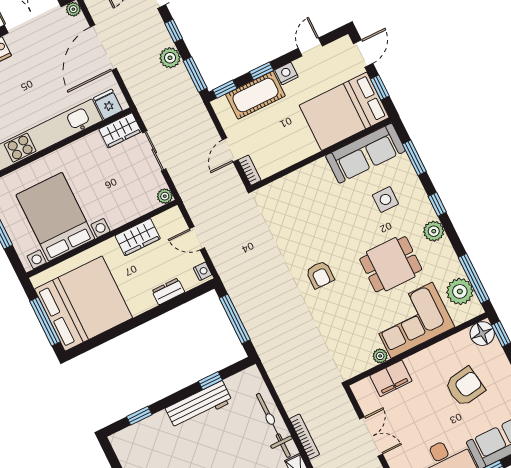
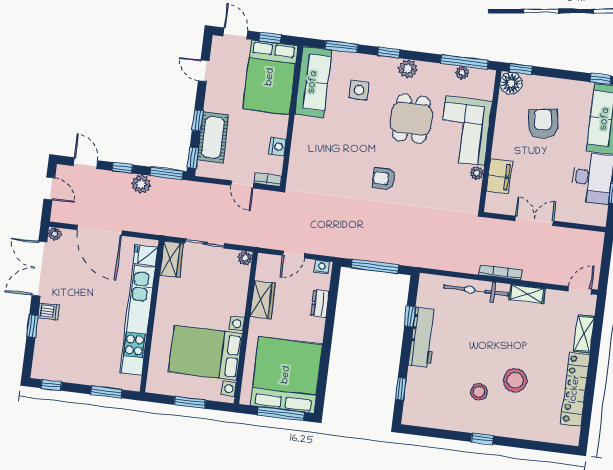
nightstand: (286, 74) -> (277, 146), moved, turned 180
armchair: (320, 275) -> (384, 178), turned 180
plant: (460, 291) -> (462, 73), width x0.53, depth x0.53

